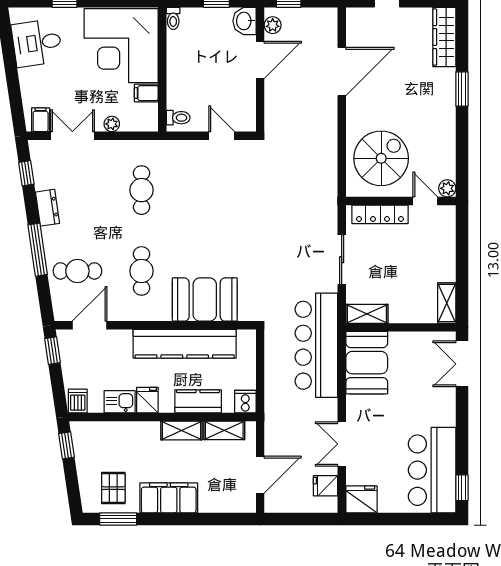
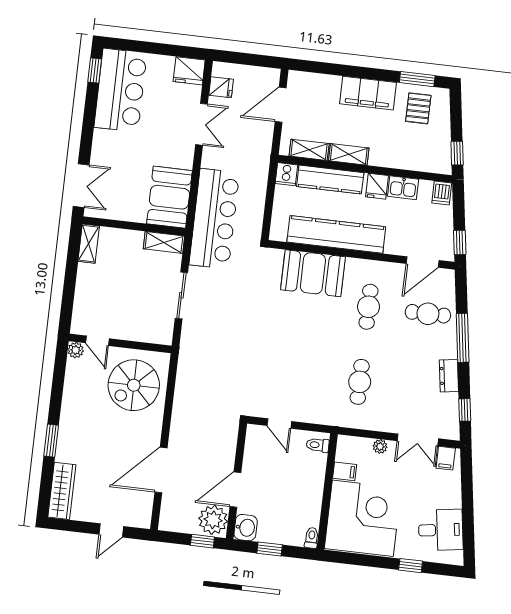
plant: (273, 25) -> (213, 520), width x1.88, depth x1.88
locker: (380, 214) -> (141, 333), removed
kitchen counter: (198, 401) -> (330, 180), width x1.50

